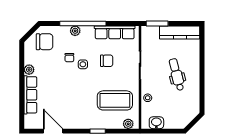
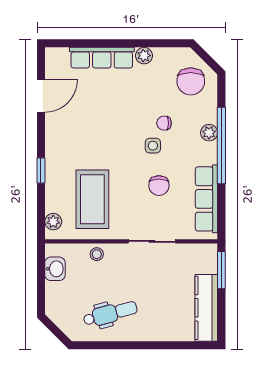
dental chair: (177, 75) -> (110, 314), moved

